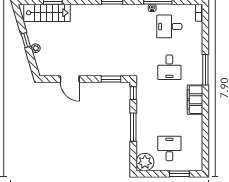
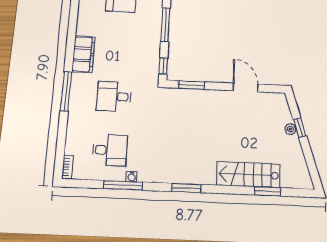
stairs: (47, 13) -> (248, 175), moved
window: (26, 40) -> (300, 127), moved
desk: (169, 67) -> (114, 97), turned -90

